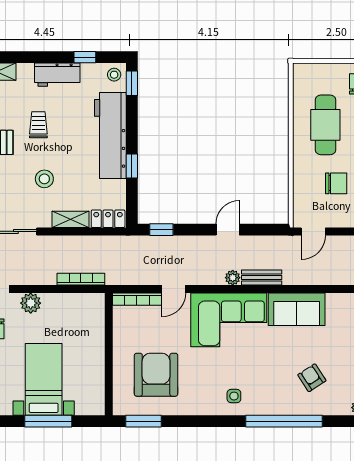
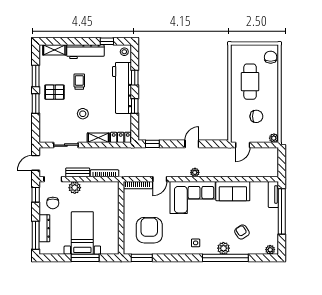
workbench: (57, 75) -> (85, 52), width x1.38
window: (132, 83) -> (135, 78), moved
bench: (262, 278) -> (78, 172), moved
plant: (281, 405) -> (223, 248), added

